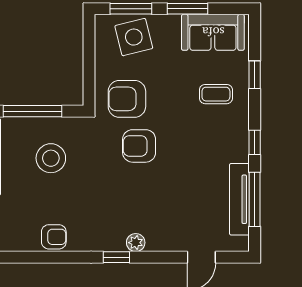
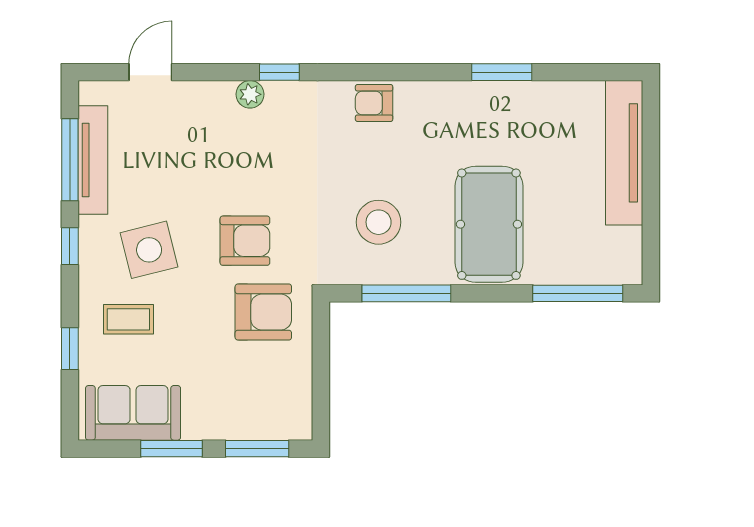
side table: (134, 37) -> (149, 250), moved

